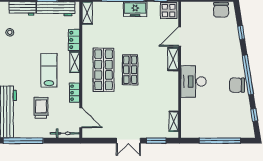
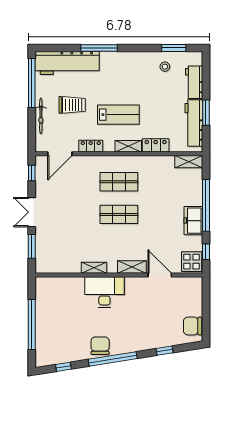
shop shelf: (104, 70) -> (119, 182), width x0.70, depth x0.74
shelving: (174, 121) -> (94, 268), moved
bicycle: (65, 133) -> (41, 116), moved
window: (96, 141) -> (32, 173), added

